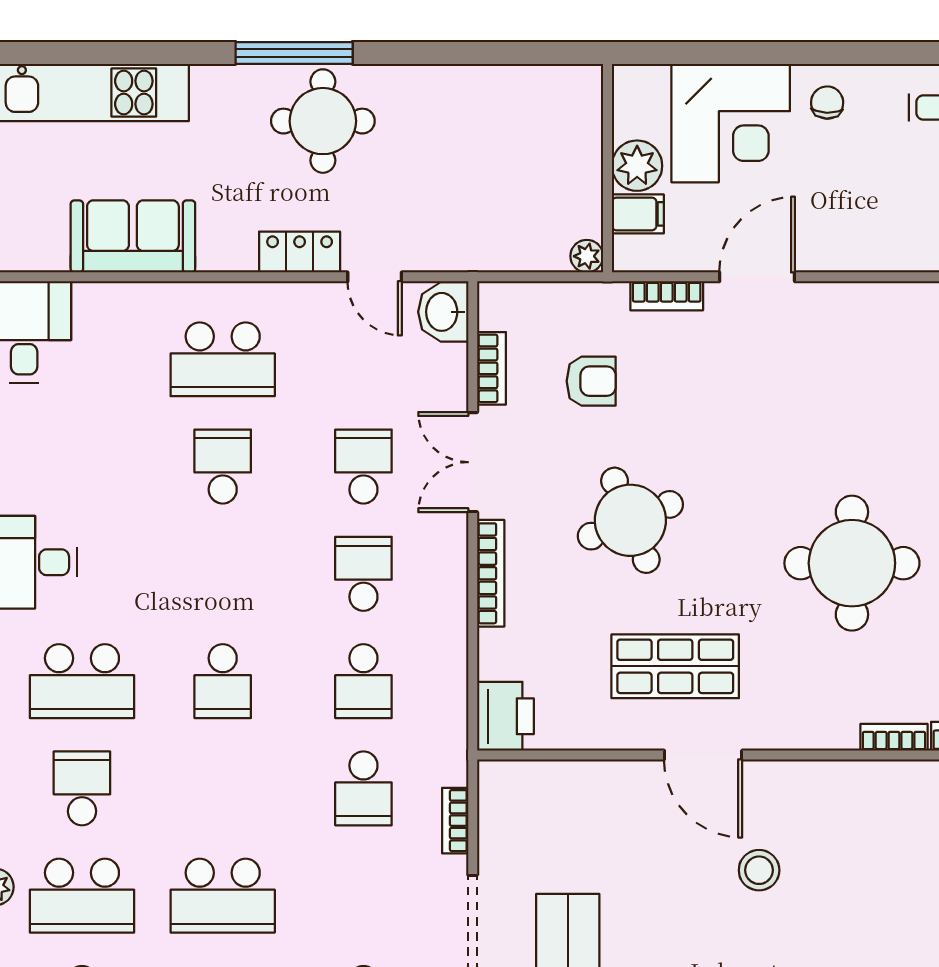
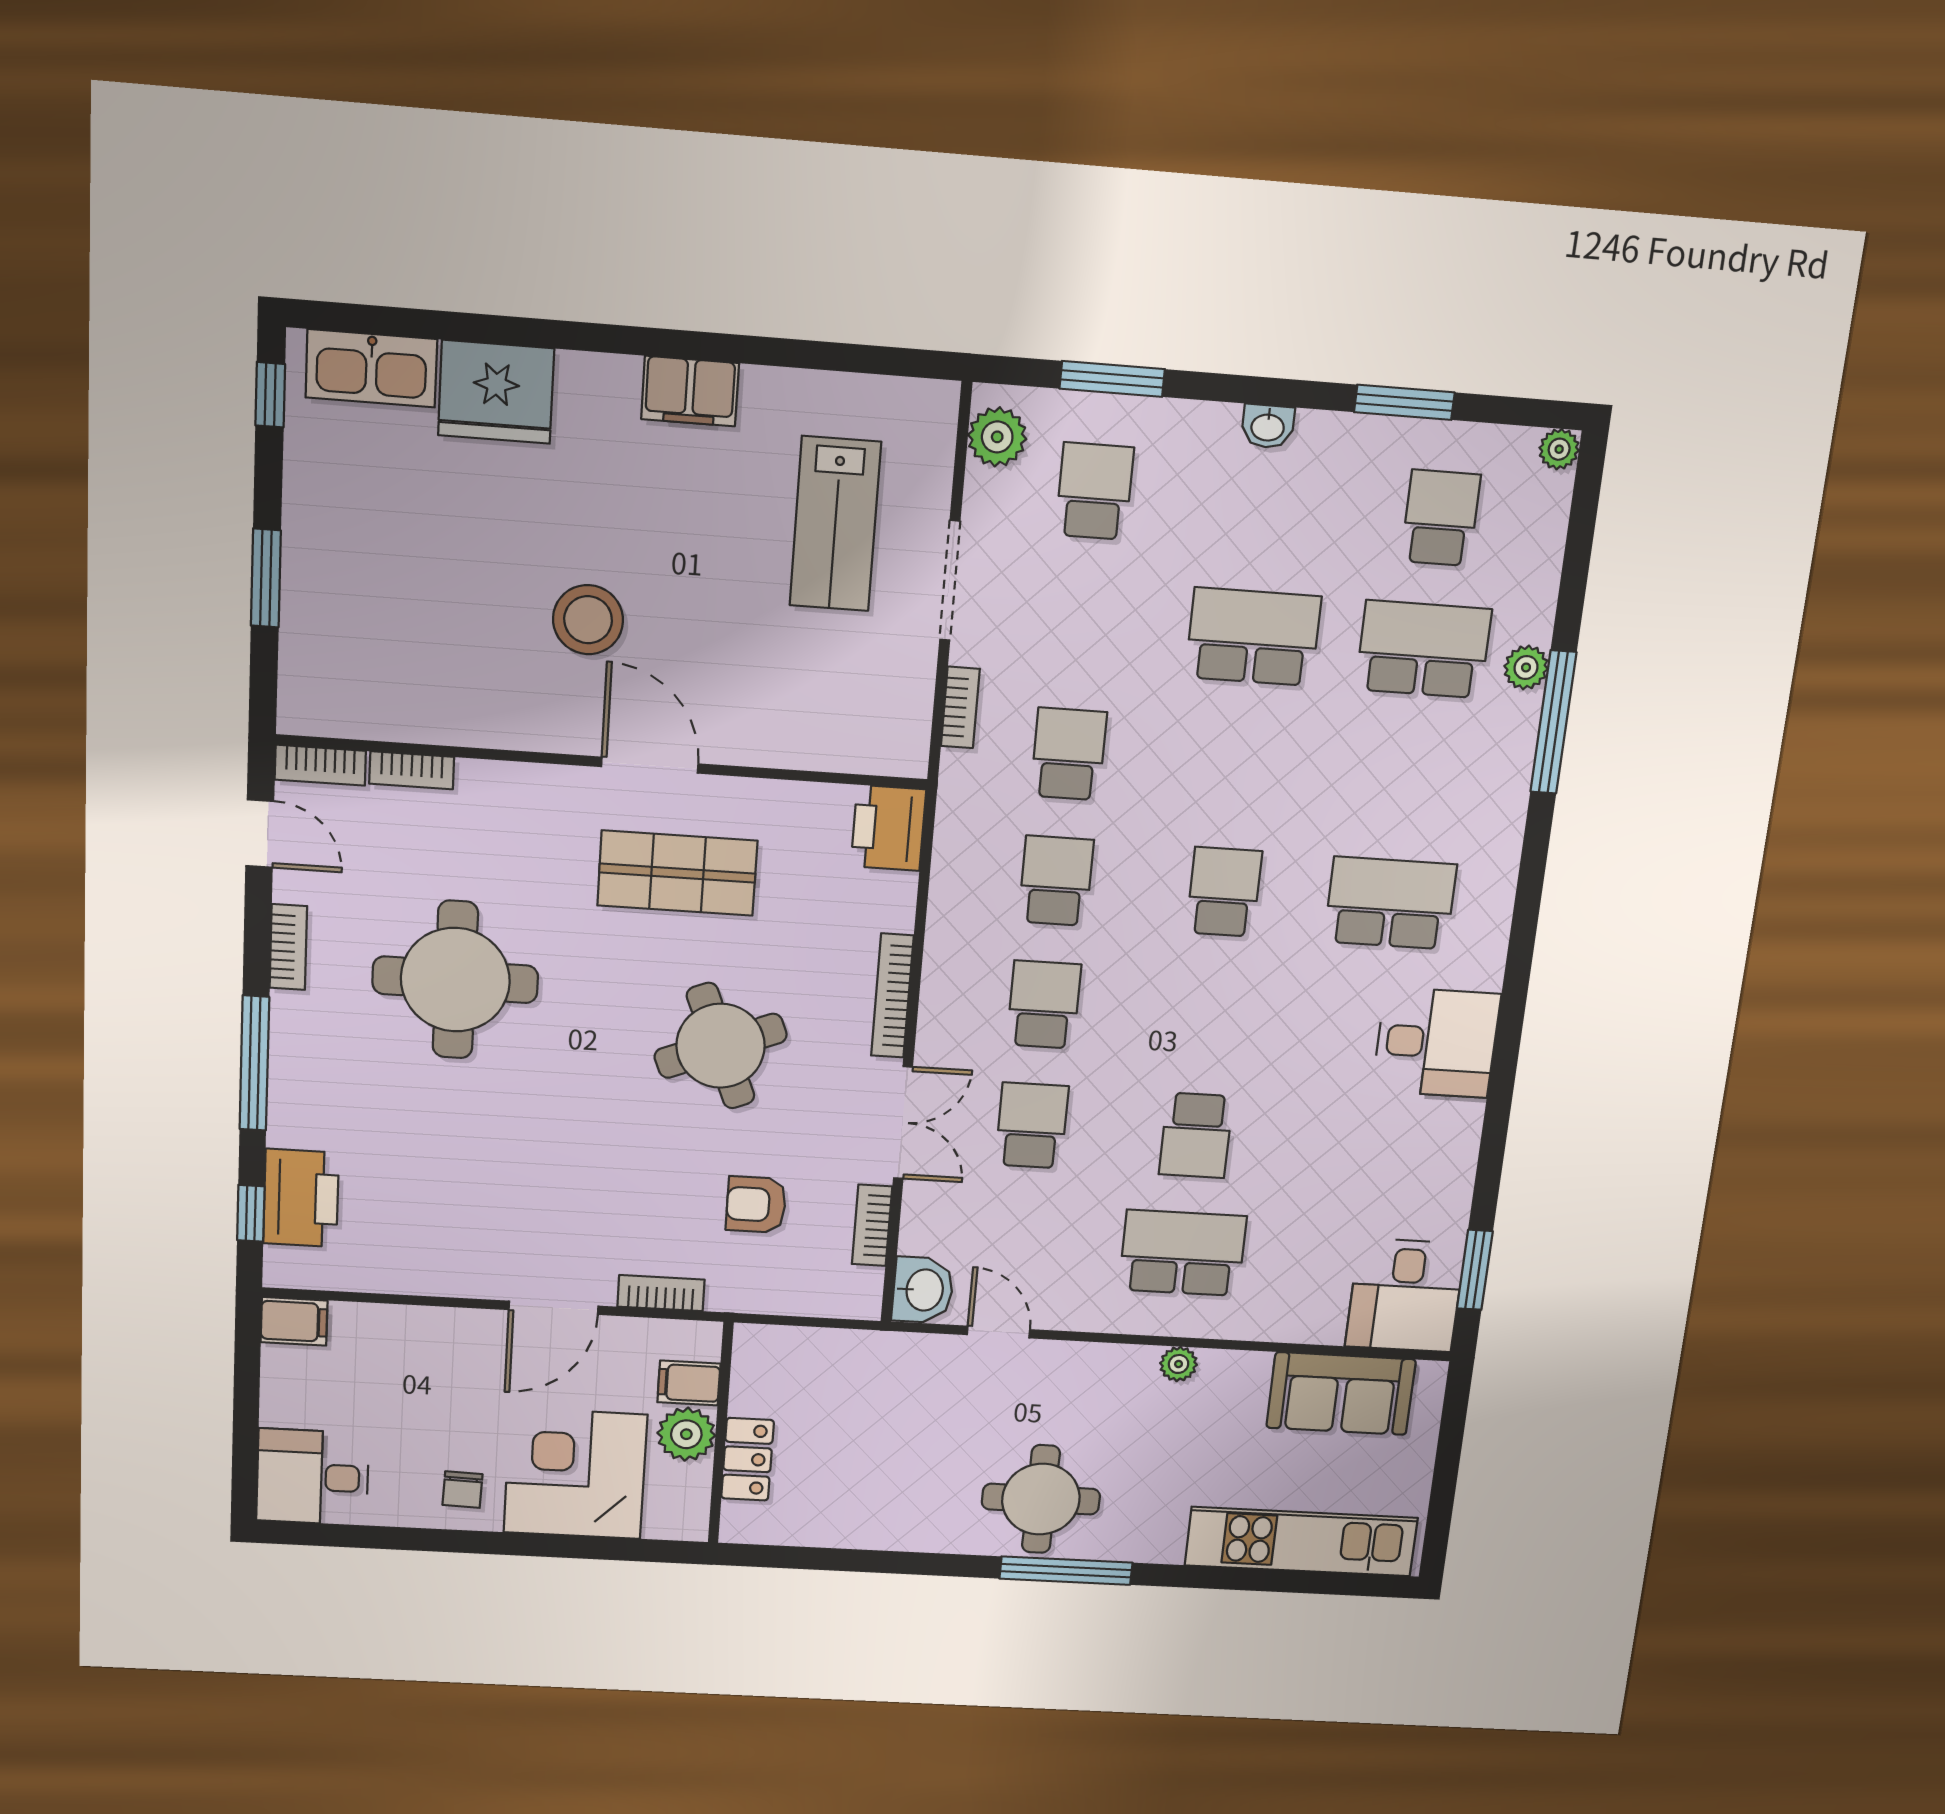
sofa: (133, 236) -> (1341, 1394), moved
locker: (300, 252) -> (747, 1459), moved, turned -90
plant: (587, 256) -> (1179, 1364), moved
school desk: (363, 467) -> (1032, 1126), turned 180
school desk: (363, 574) -> (1044, 1005), turned 180
school desk: (82, 788) -> (1407, 778), removed
stool: (759, 870) -> (588, 620), width x1.38, depth x1.38

